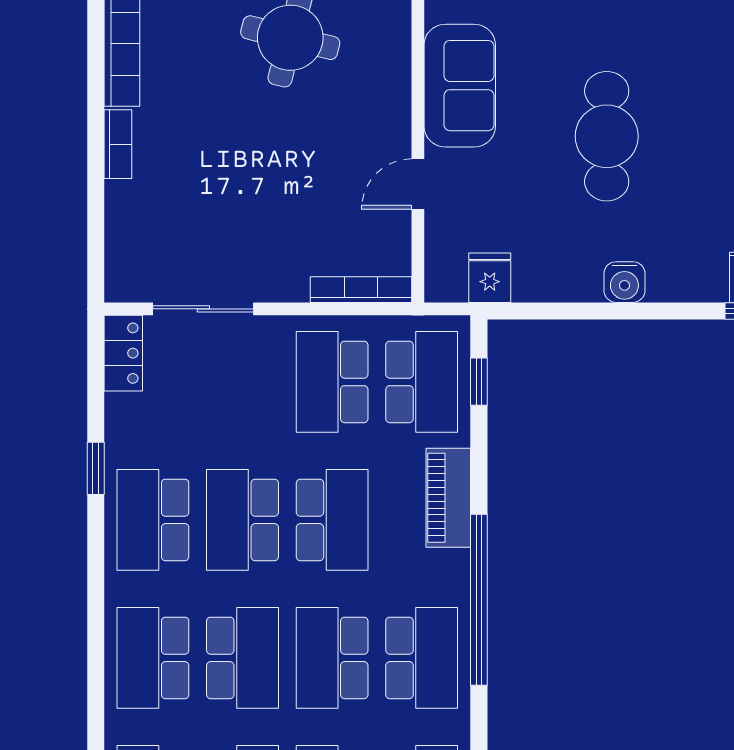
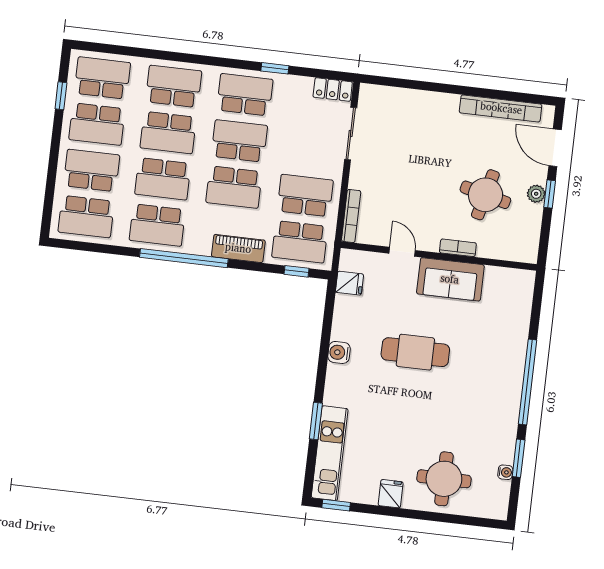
bookcase: (118, 144) -> (458, 248), moved, turned 180
school desk: (332, 658) -> (163, 179), turned 180

